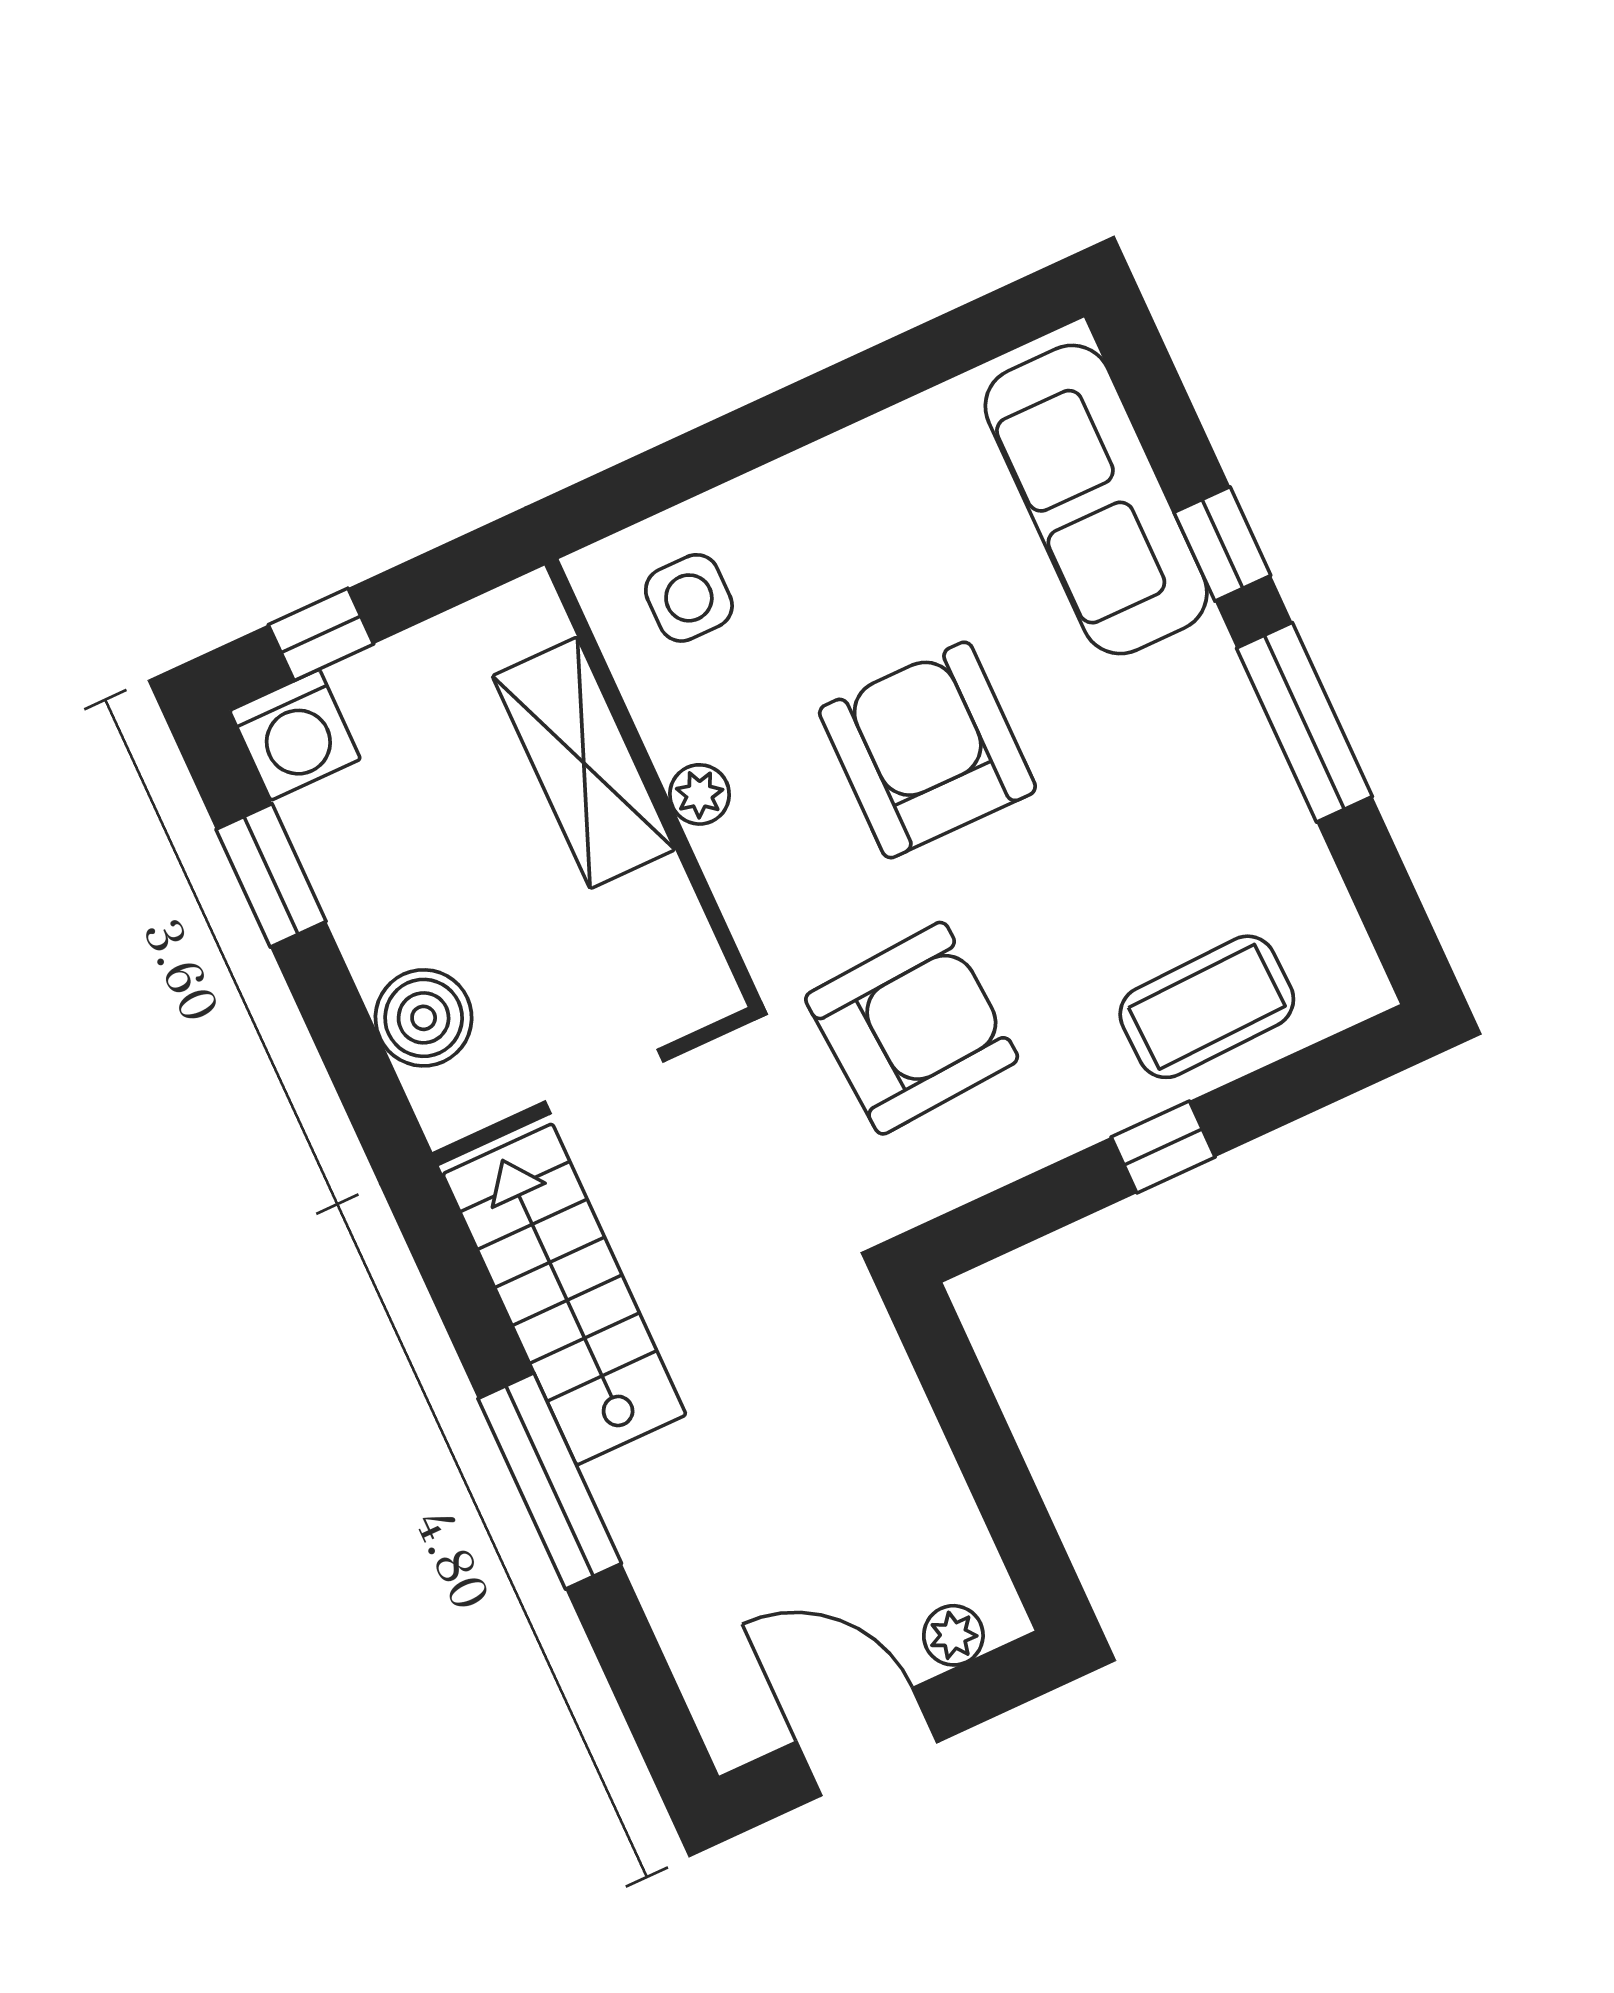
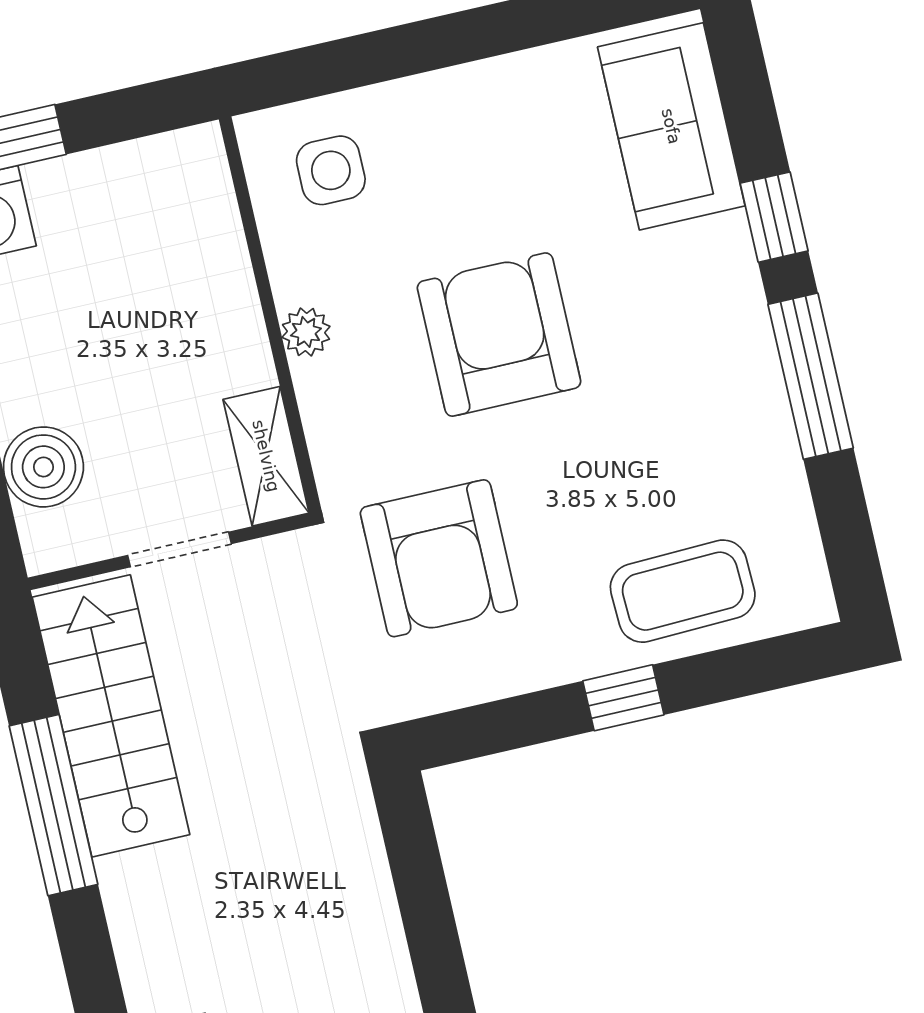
sofa: (1096, 499) -> (671, 126), width x0.73
shelving: (584, 763) -> (266, 456), moved, width x0.67, depth x0.75
armchair: (912, 1028) -> (439, 558), turned 94
window: (550, 1481) -> (54, 805), moved

